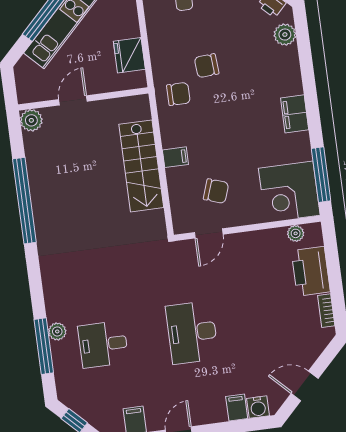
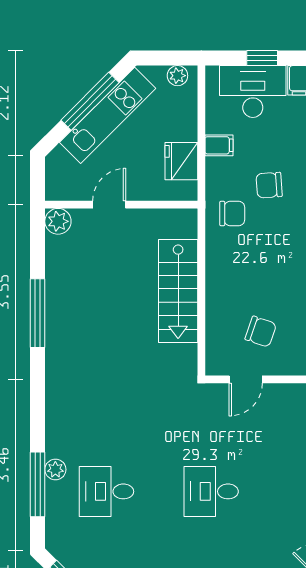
filing cabinet: (175, 157) -> (219, 145), moved
window: (24, 201) -> (38, 313), width x0.68
desk: (192, 332) -> (211, 491), width x0.73

